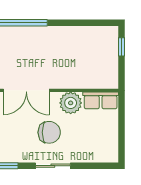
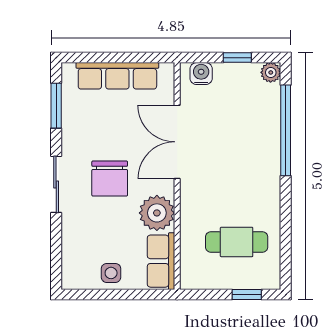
cafe table: (89, 53) -> (237, 242), added
side table: (108, 132) -> (111, 273), added

